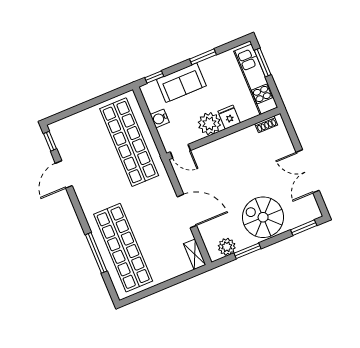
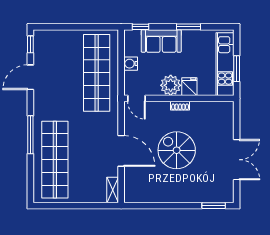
window: (263, 63) -> (237, 69), moved
shoe rack: (266, 124) -> (180, 106), moved
double door: (308, 171) -> (237, 160), swing flipped
spiral stairs: (263, 217) -> (177, 150), moved
plant: (227, 247) -> (142, 195), removed
window: (248, 251) -> (158, 206), removed
window: (96, 253) -> (30, 135), moved

